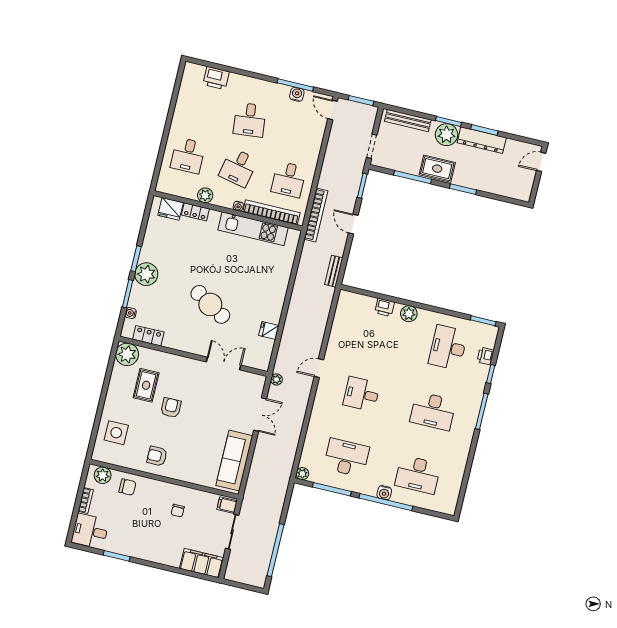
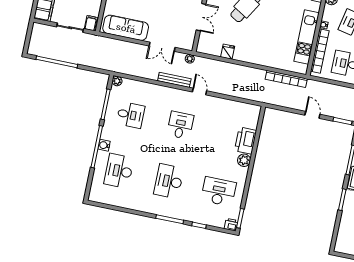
bookcase: (316, 215) -> (286, 79), moved
door: (353, 224) -> (312, 115), hinge flipped
bench: (334, 271) -> (174, 80), moved, width x1.36
printer: (385, 307) -> (246, 141), width x1.87, depth x1.48
printer: (485, 356) -> (231, 225), moved
desk: (346, 458) -> (131, 115), width x0.73

